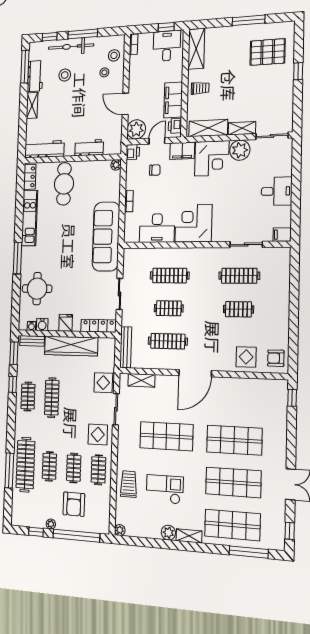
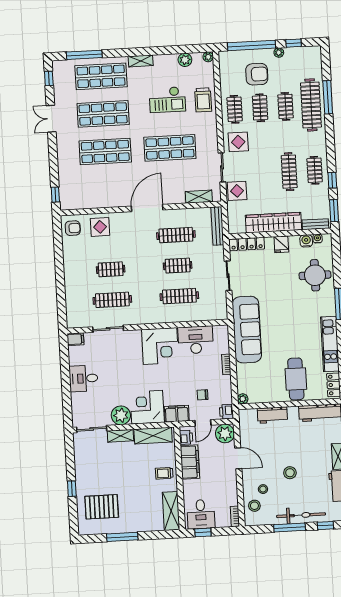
stool: (65, 75) -> (290, 473), moved
armchair: (74, 504) -> (257, 74), turned 90
plant: (168, 533) -> (185, 60), moved

